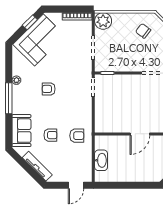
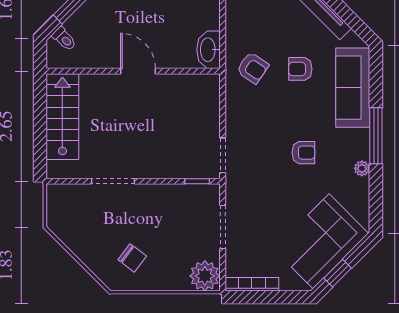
sofa: (21, 131) -> (353, 88), width x1.36
door: (140, 134) -> (138, 71), hinge flipped
armchair: (77, 136) -> (253, 68), turned -146
washbasin: (101, 160) -> (208, 50), moved

